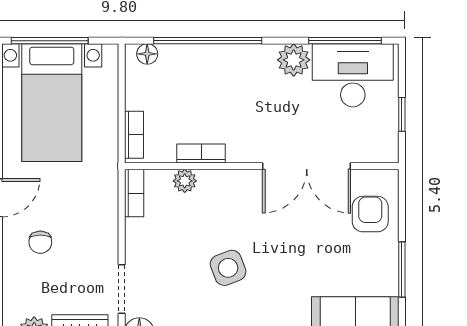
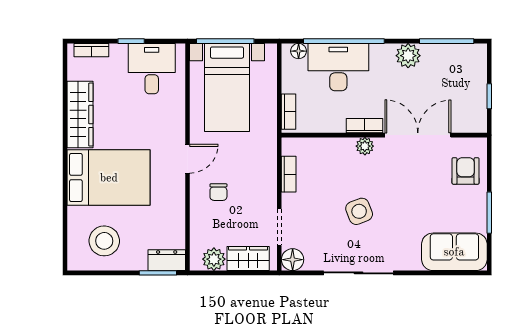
desk: (353, 75) -> (338, 67), moved
bookcase: (201, 154) -> (364, 126), moved
double door: (307, 166) -> (418, 135), swing flipped
plant: (185, 181) -> (365, 146), moved
bookcase: (134, 193) -> (289, 174), moved

